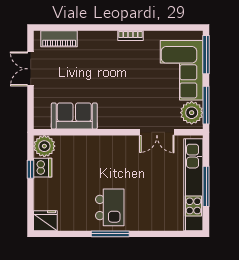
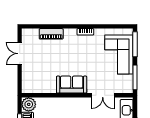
piano: (59, 39) -> (51, 34), moved
plant: (192, 113) -> (126, 82), removed
sofa: (74, 116) -> (72, 85), moved

